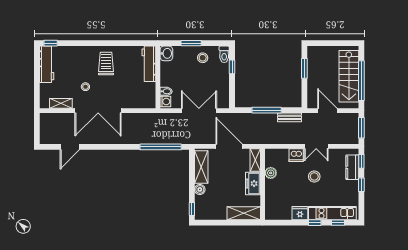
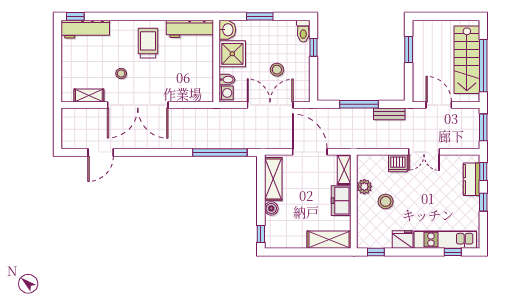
stool: (203, 58) -> (277, 70), moved
workbench: (47, 64) -> (85, 29), moved, turned 90
workbench: (149, 64) -> (190, 29), moved, turned -90
shower: (170, 72) -> (232, 54), added
stool: (314, 176) -> (386, 201), moved
window: (315, 223) -> (376, 252), moved

